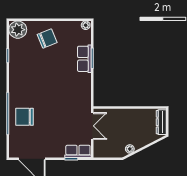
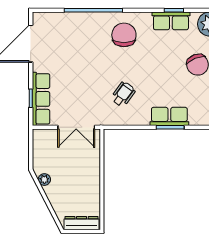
row of seats: (15, 58) -> (171, 21), added
wheelchair: (68, 92) -> (123, 94), added
chair: (25, 117) -> (124, 35), moved
row of seats: (78, 151) -> (41, 99), width x1.48

